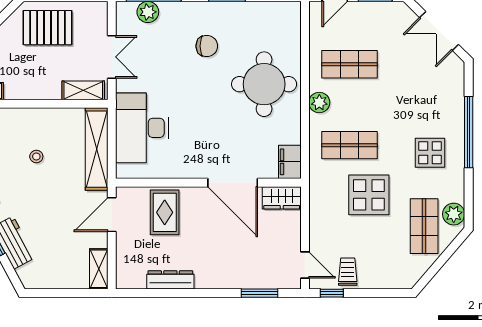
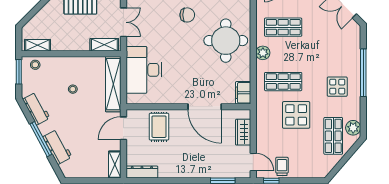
wardrobe: (282, 198) -> (243, 132), moved, turned 90
dresser: (170, 280) -> (142, 172), moved

